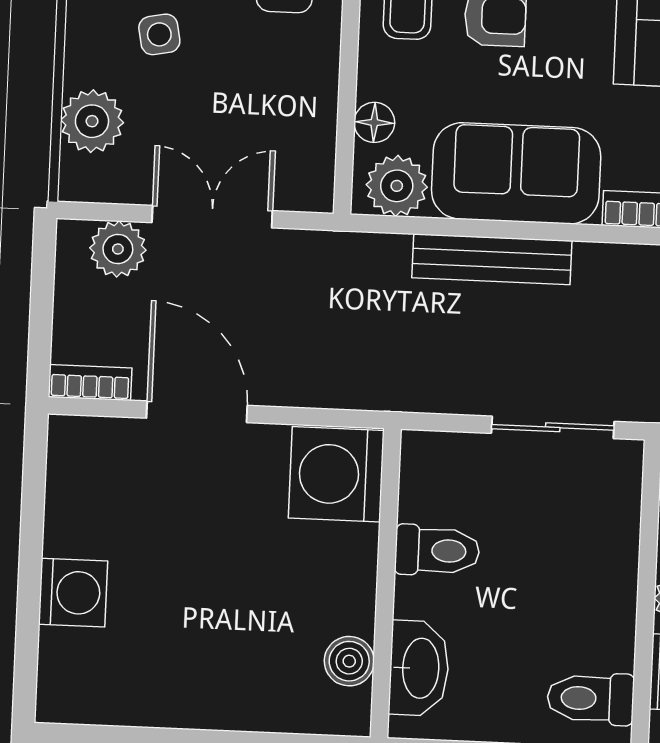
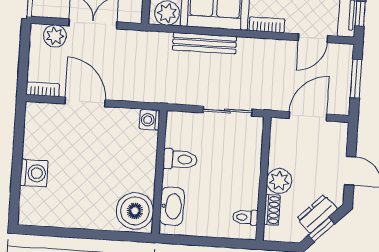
washing machine: (336, 474) -> (150, 120), width x0.53, depth x0.53
boiler: (349, 661) -> (135, 211), width x1.86, depth x1.86
toilet: (591, 698) -> (245, 217), width x0.73, depth x0.72

